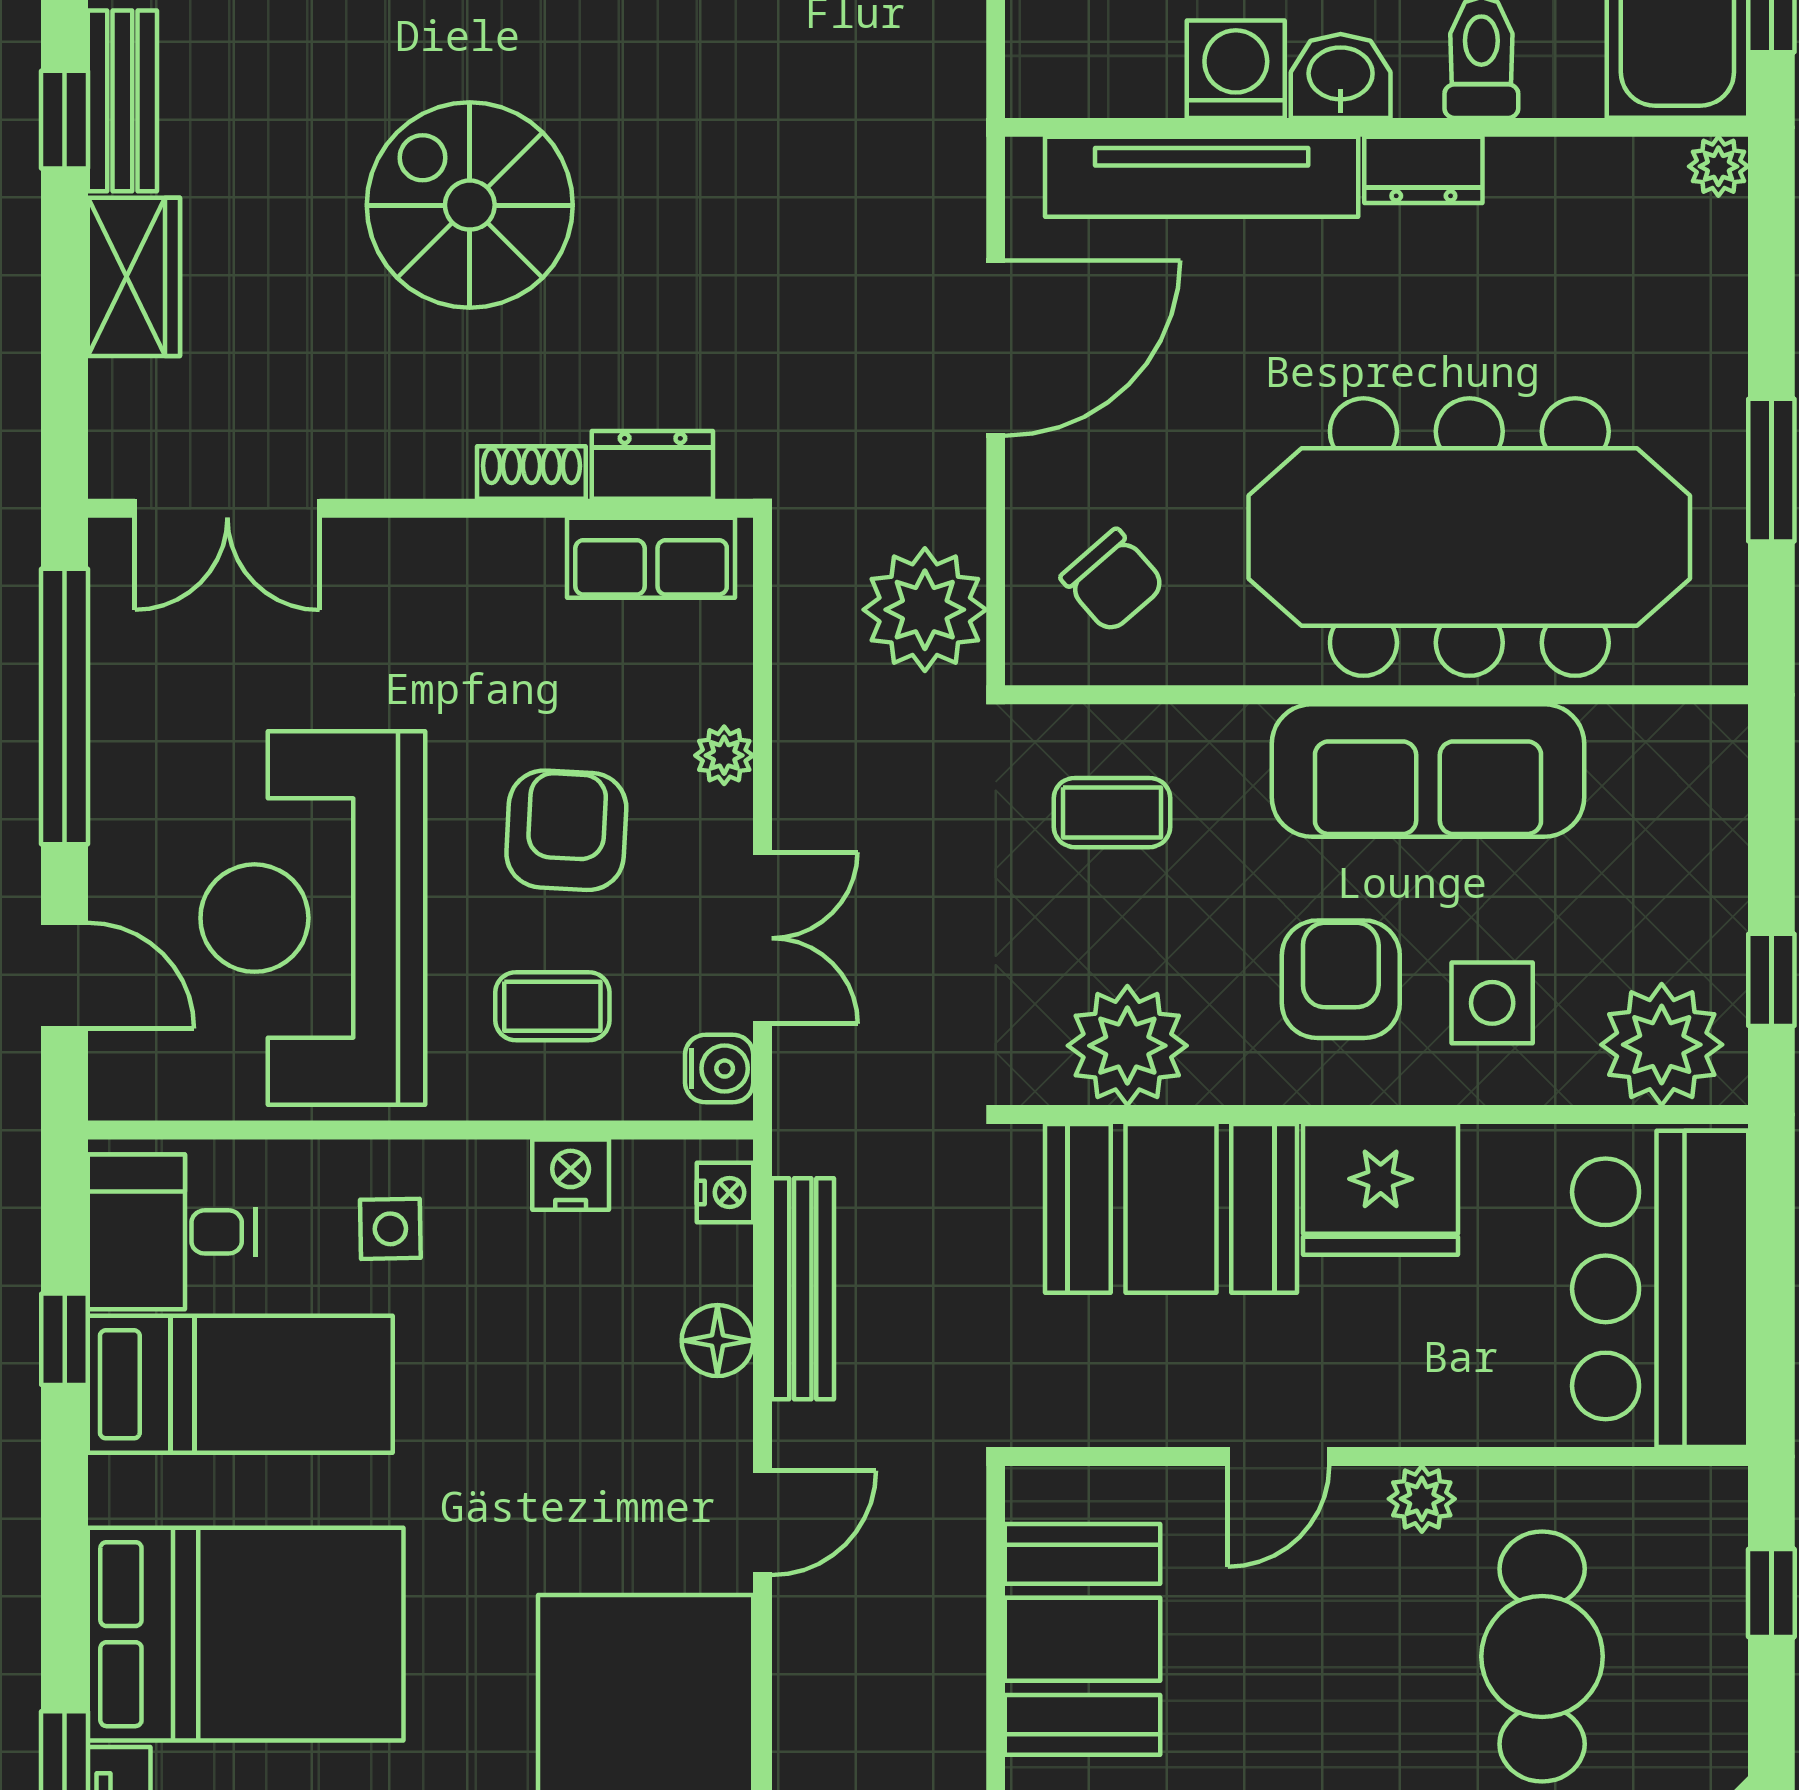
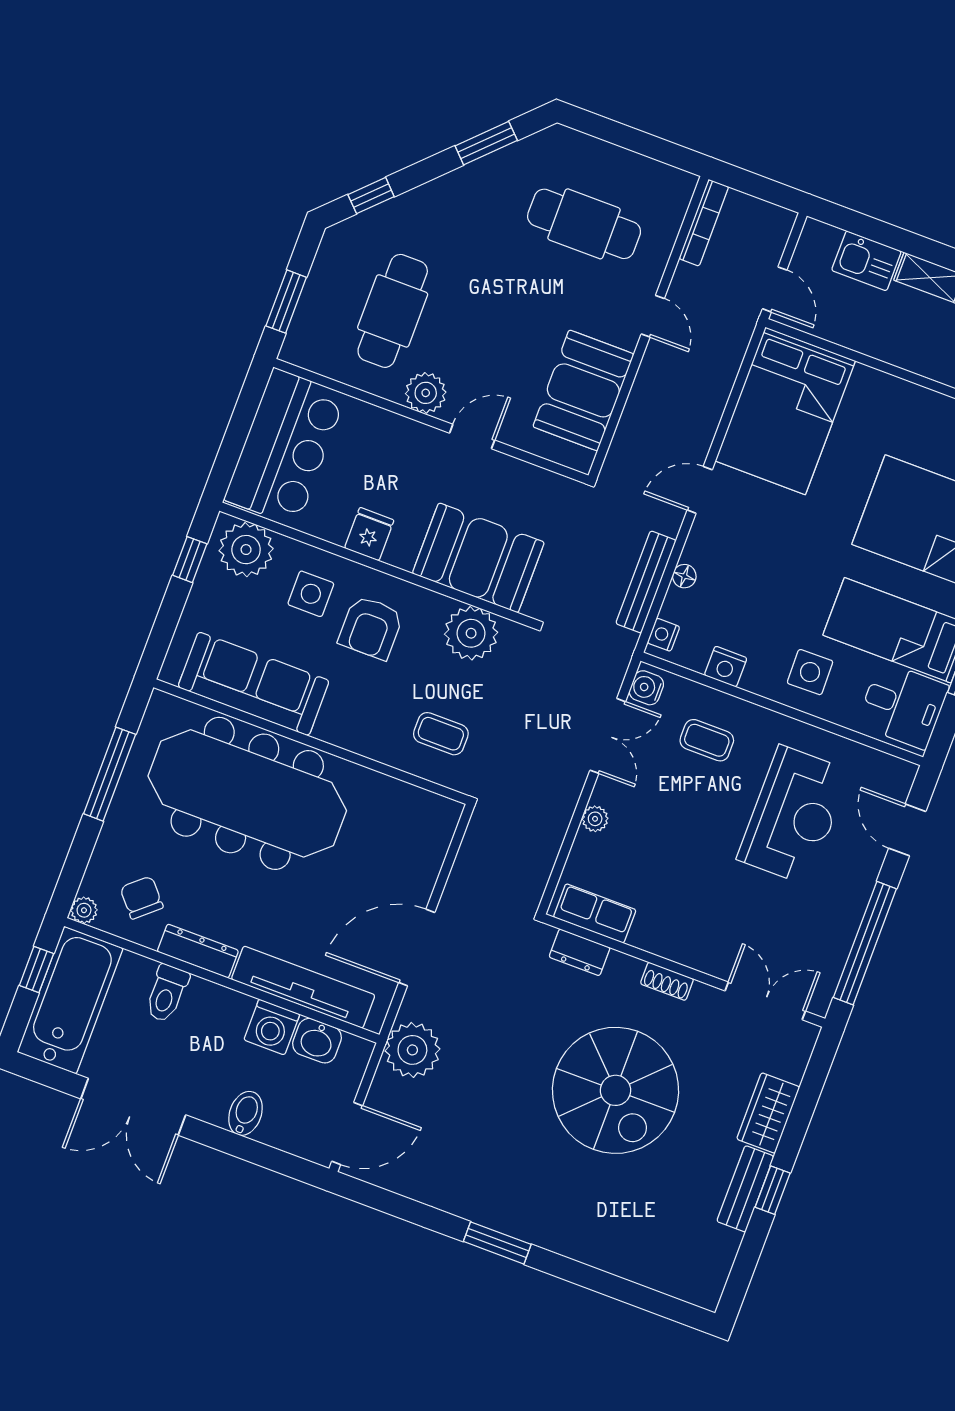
washbasin: (1341, 76) -> (317, 1041), moved
dresser: (1423, 170) -> (198, 951), width x1.44
spiral stairs: (470, 205) -> (616, 1090), width x1.37, depth x1.37
window: (1771, 470) -> (110, 774), width x1.44
shoe rack: (531, 473) -> (667, 981), moved
chair: (1113, 581) -> (142, 898), moved
plant: (925, 610) -> (412, 1050), moved
sofa: (1428, 770) -> (254, 684), moved
armchair: (566, 830) -> (673, 812), removed
reception desk: (313, 918) -> (794, 815), width x0.74, depth x0.77
double door: (762, 938) -> (608, 736), swing flipped
fridge: (1381, 1189) -> (369, 534), width x0.53, depth x0.75
side table: (390, 1229) -> (810, 672), width x1.37, depth x1.37
floor lamp: (717, 1341) -> (684, 576), width x0.73, depth x0.73
plant: (1422, 1499) -> (426, 393), width x1.38, depth x1.38
window: (1771, 1593) -> (286, 302), width x1.50

